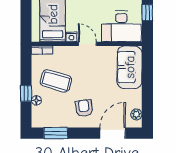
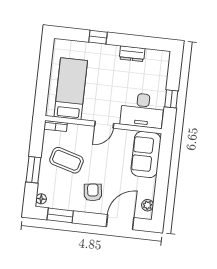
nightstand: (71, 37) -> (88, 116), removed
door: (87, 44) -> (104, 125), swing flipped
window: (26, 93) -> (33, 170), width x1.50
floor lamp: (36, 100) -> (41, 199), moved

